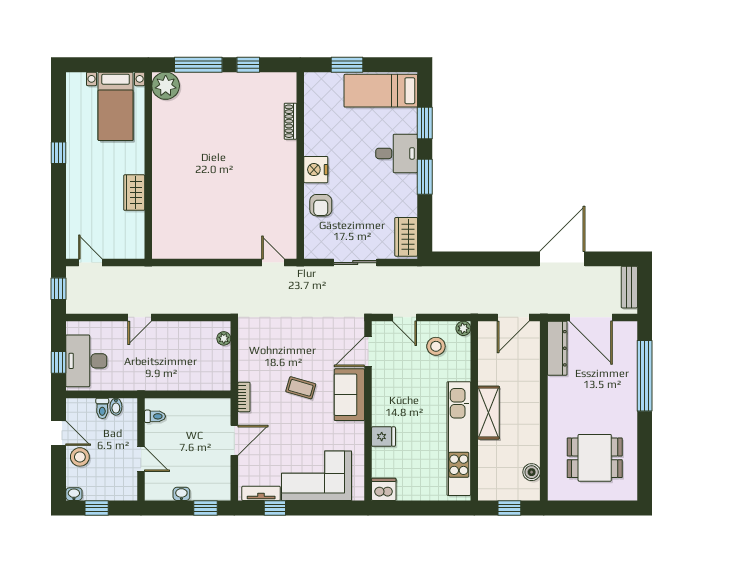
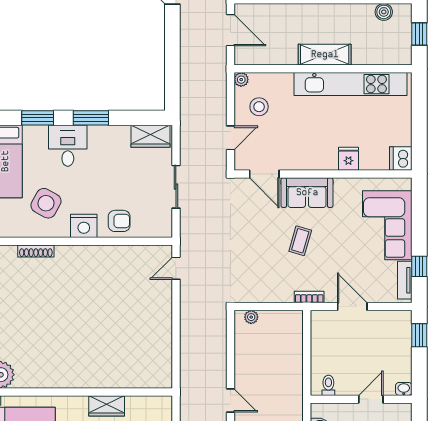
side table: (339, 131) -> (46, 203), added
washbasin: (181, 494) -> (404, 389), moved, turned 90

